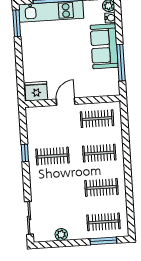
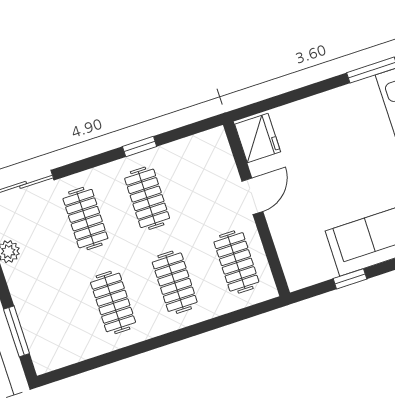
window: (121, 63) -> (350, 279), width x0.46
door: (66, 102) -> (252, 196), hinge flipped
clothes rail: (104, 222) -> (85, 219), moved

